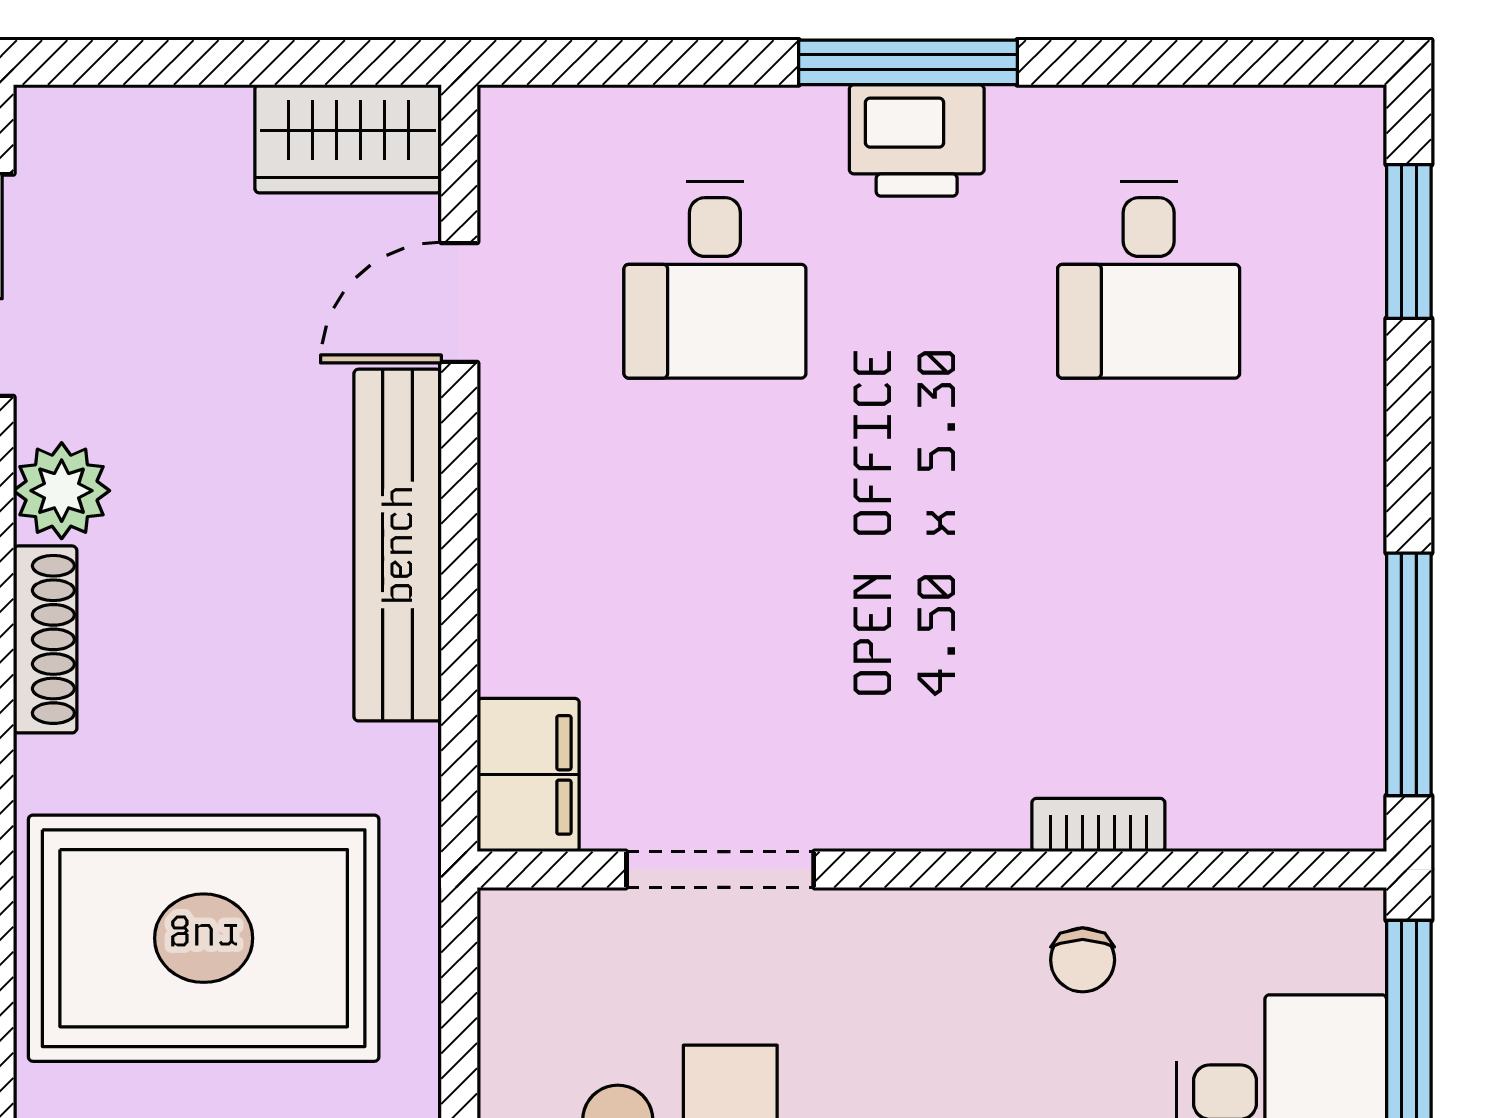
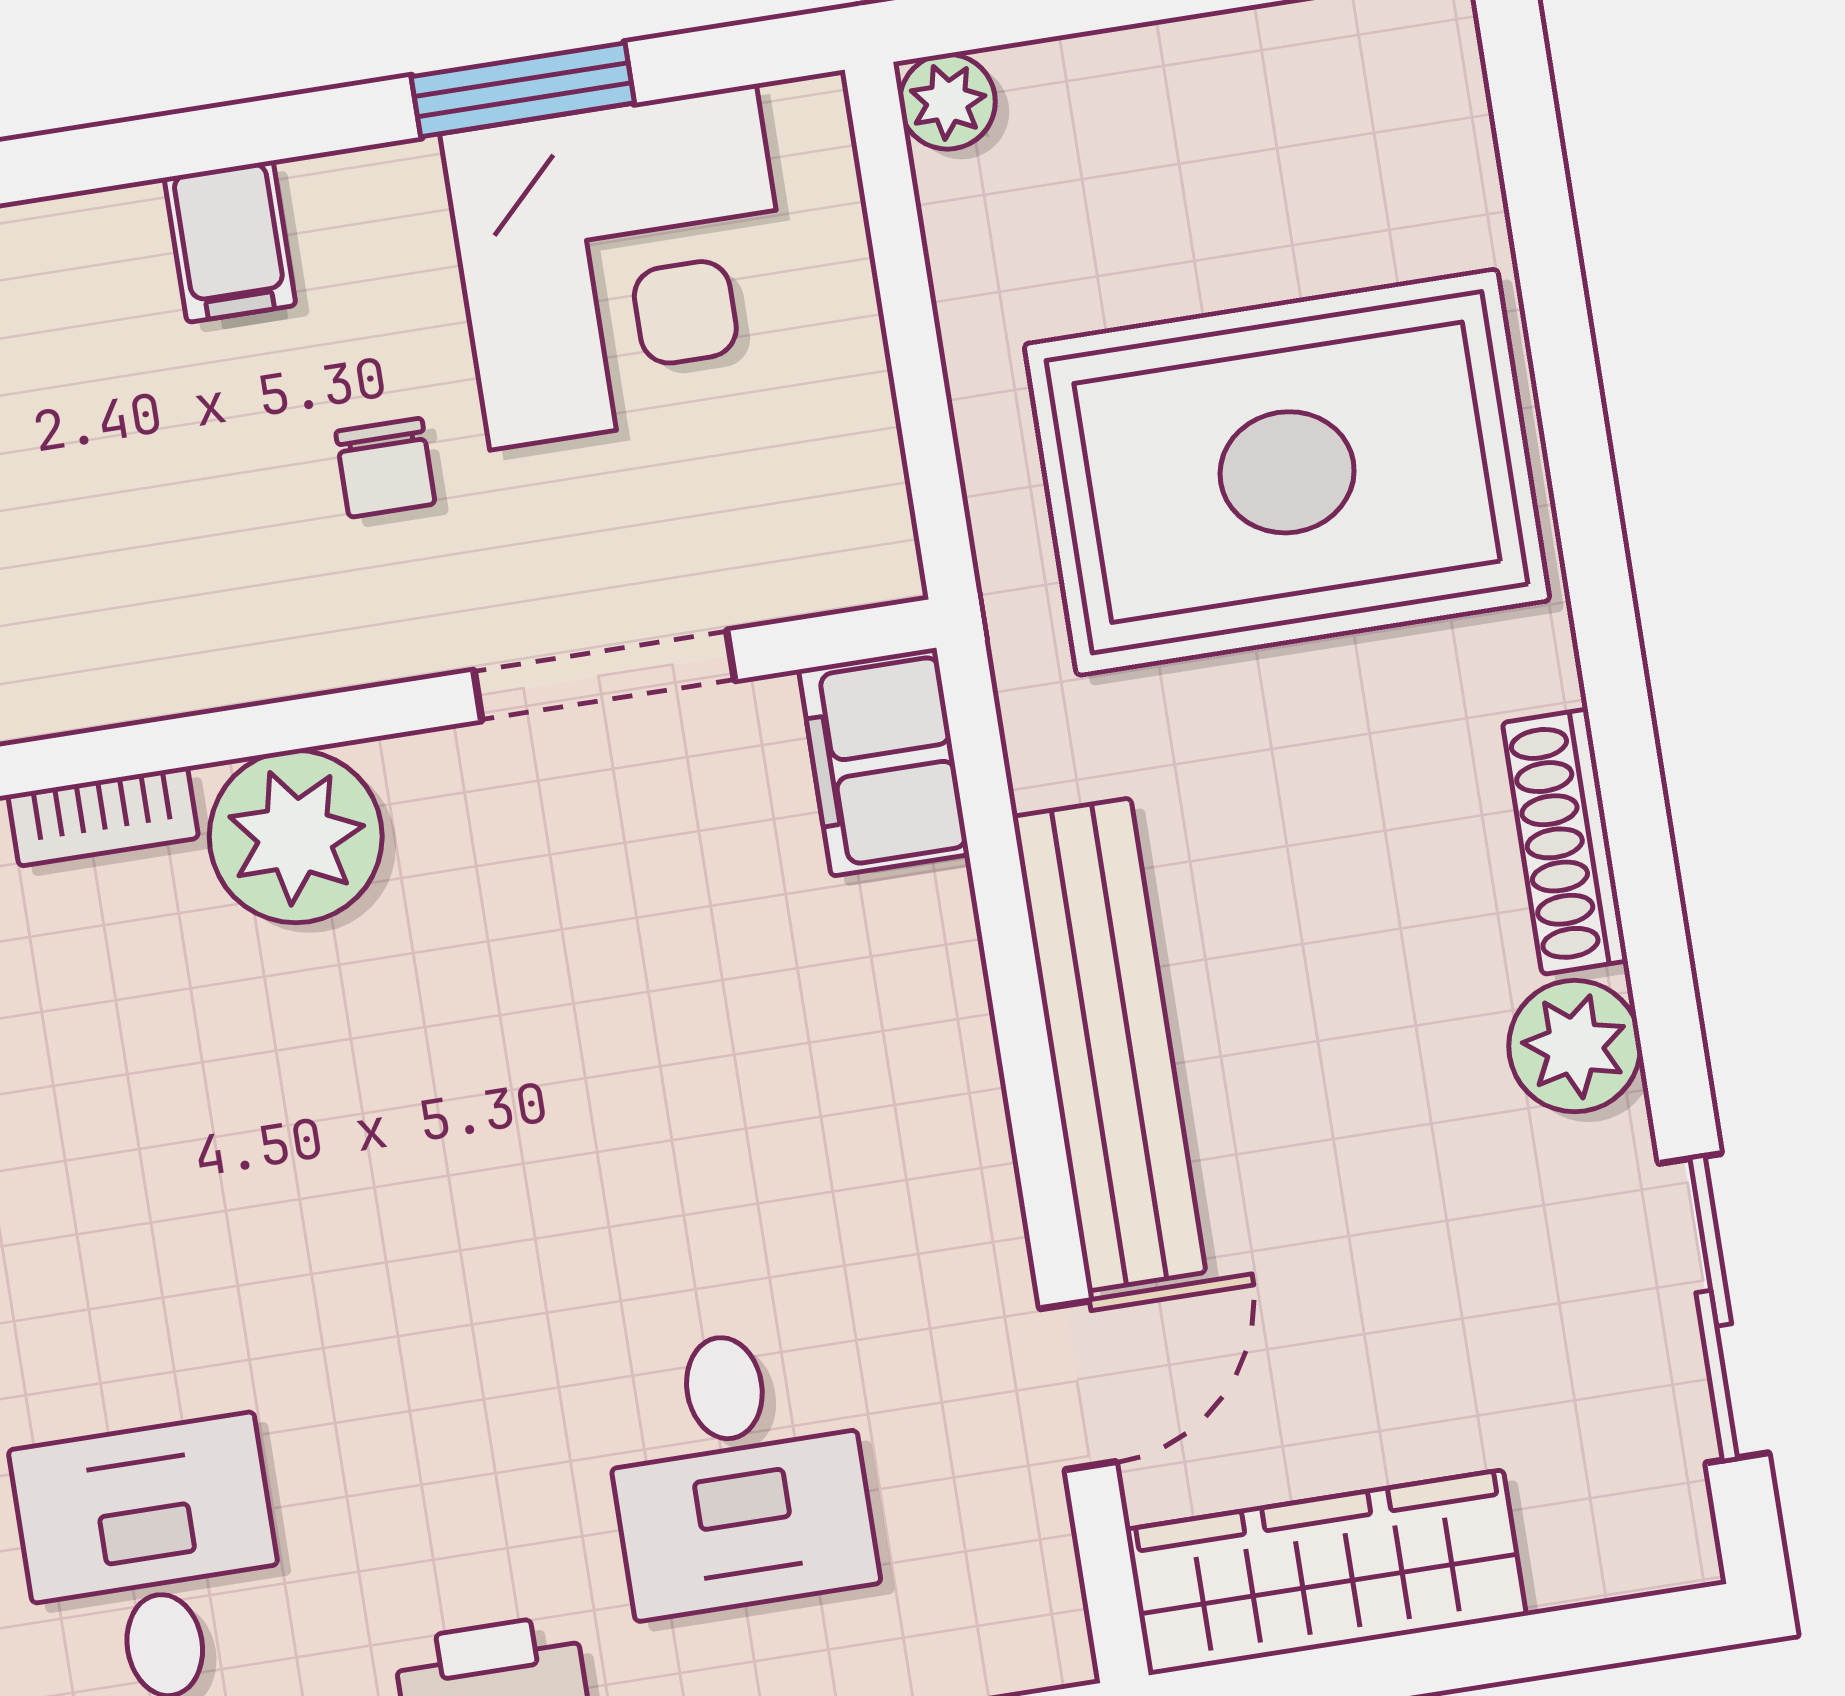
wardrobe: (348, 139) -> (1326, 1572), width x1.50
desk: (715, 280) -> (737, 1470), turned 180
plant: (962, 788) -> (296, 837), added
chair: (1083, 960) -> (385, 468), moved, turned 180

